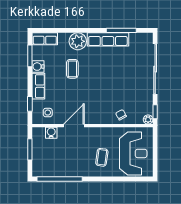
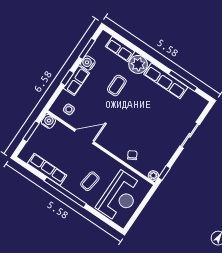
row of seats: (45, 39) -> (120, 49), moved
sliding door: (155, 69) -> (190, 135), width x0.54
window: (30, 104) -> (67, 78), moved
water cooler: (51, 133) -> (48, 121), moved
row of seats: (62, 171) -> (47, 169), added
window: (60, 179) -> (65, 192), moved

